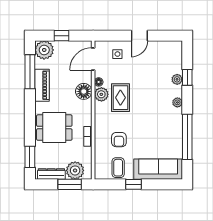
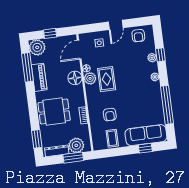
armchair: (164, 52) -> (138, 36), added
window: (133, 184) -> (145, 148), moved

